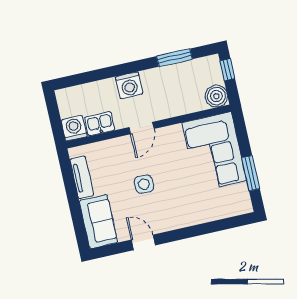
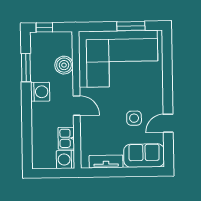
washing machine: (129, 85) -> (40, 92), moved
boiler: (216, 96) -> (64, 65), moved
corner sofa: (214, 152) -> (118, 59), width x1.36, depth x1.36
side table: (144, 184) -> (134, 118), moved

